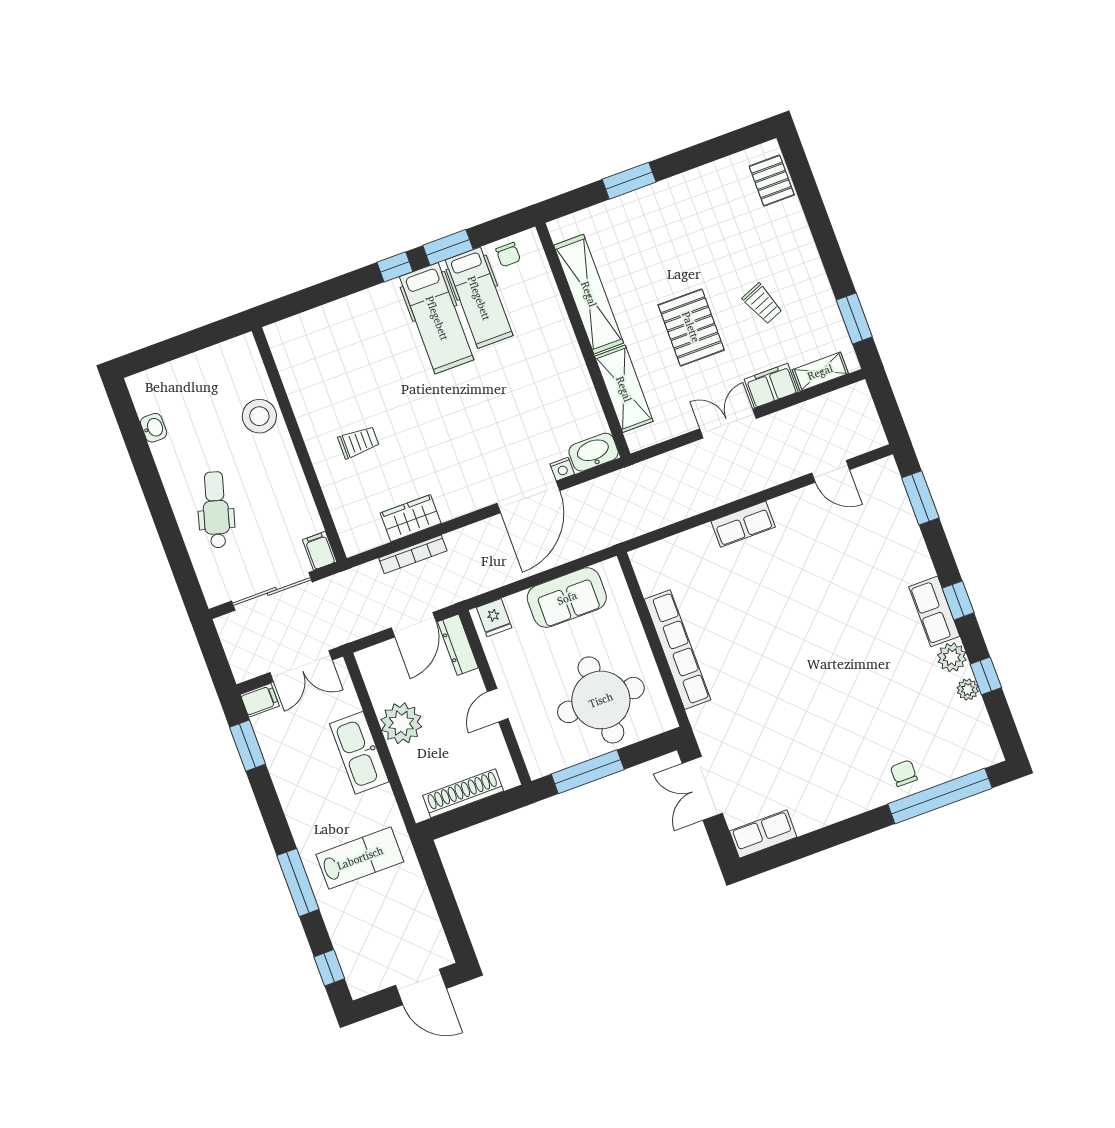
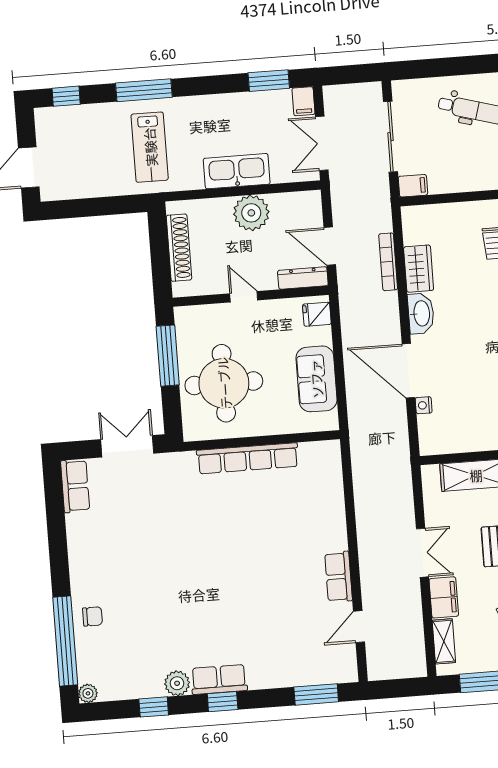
washbasin: (594, 452) -> (421, 313), moved
row of seats: (743, 524) -> (339, 577), moved
plant: (968, 689) -> (88, 693), moved

